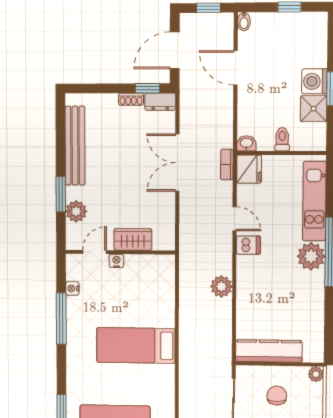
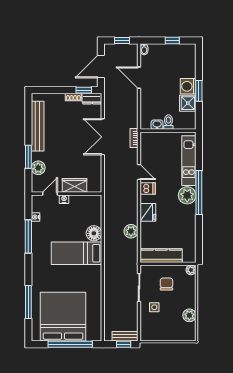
washbasin: (246, 143) -> (157, 125), moved
fridge: (249, 169) -> (148, 212), moved
plant: (221, 286) -> (131, 231), moved
floor lamp: (163, 315) -> (94, 233), added

